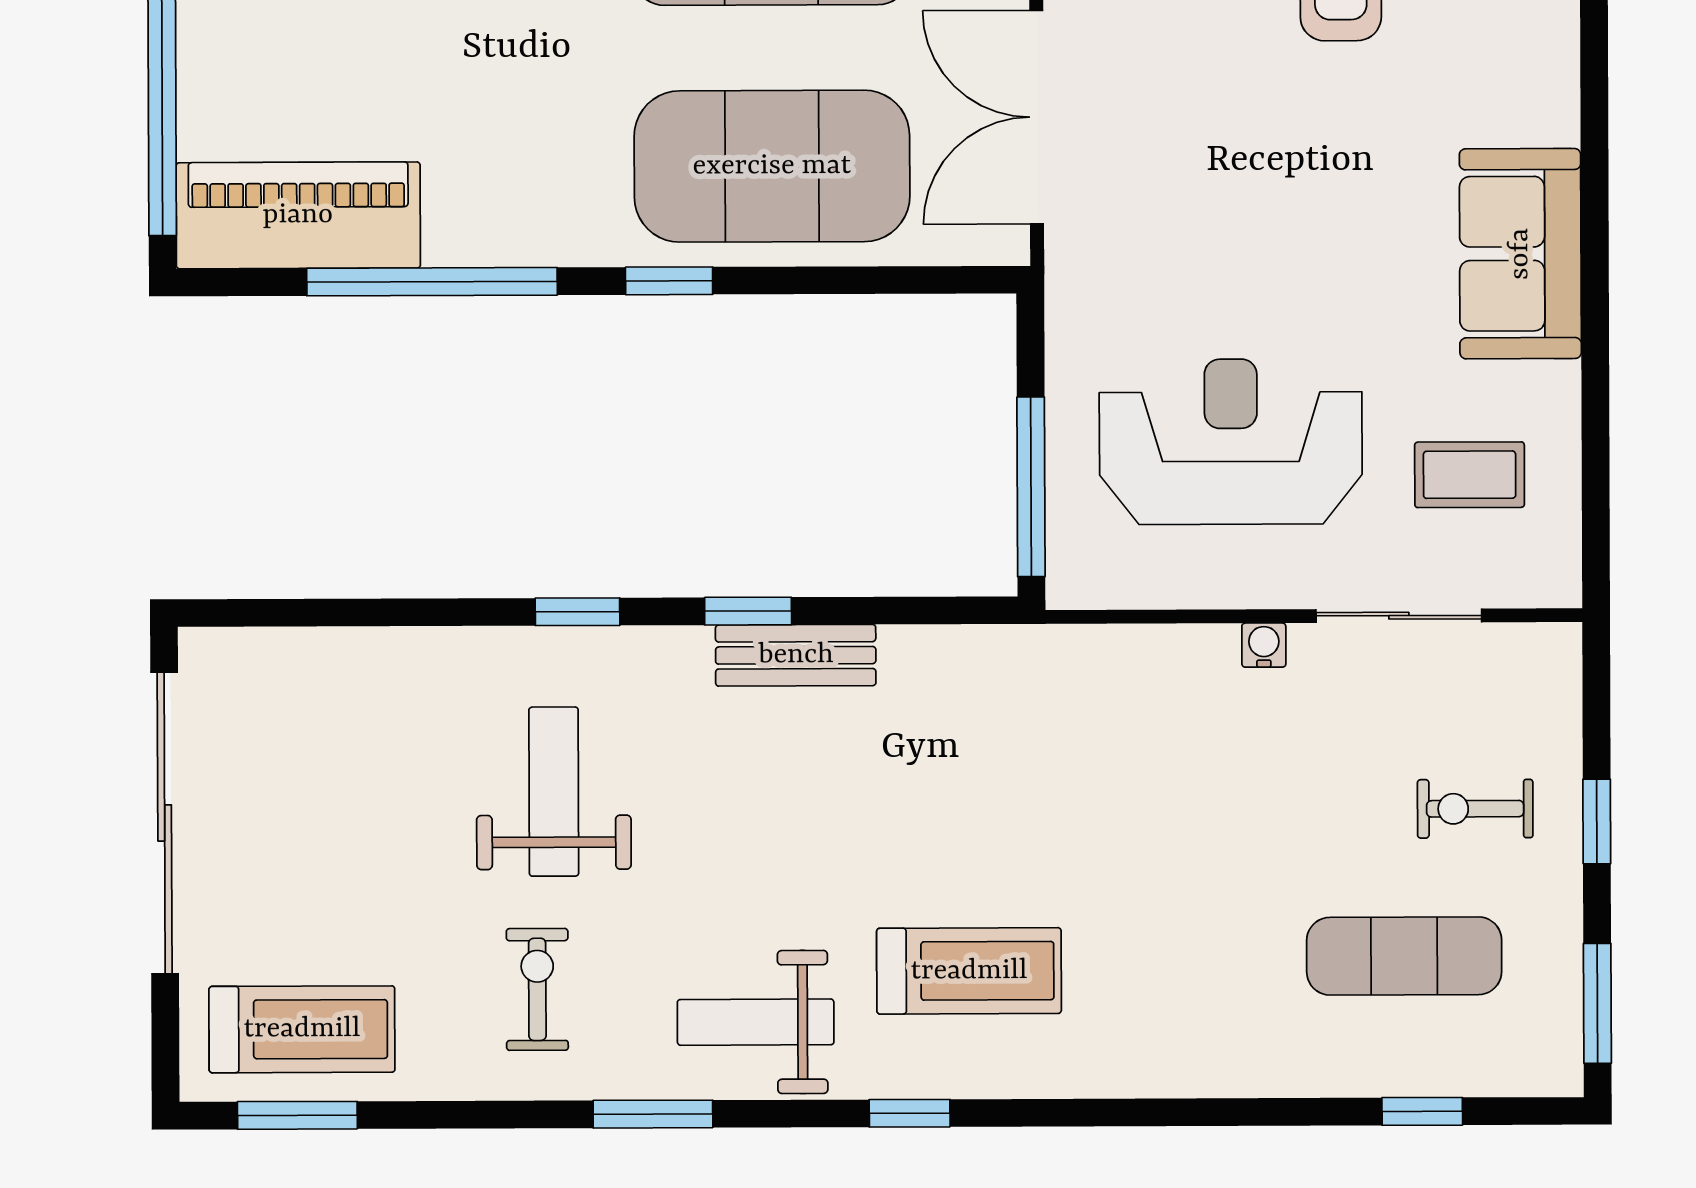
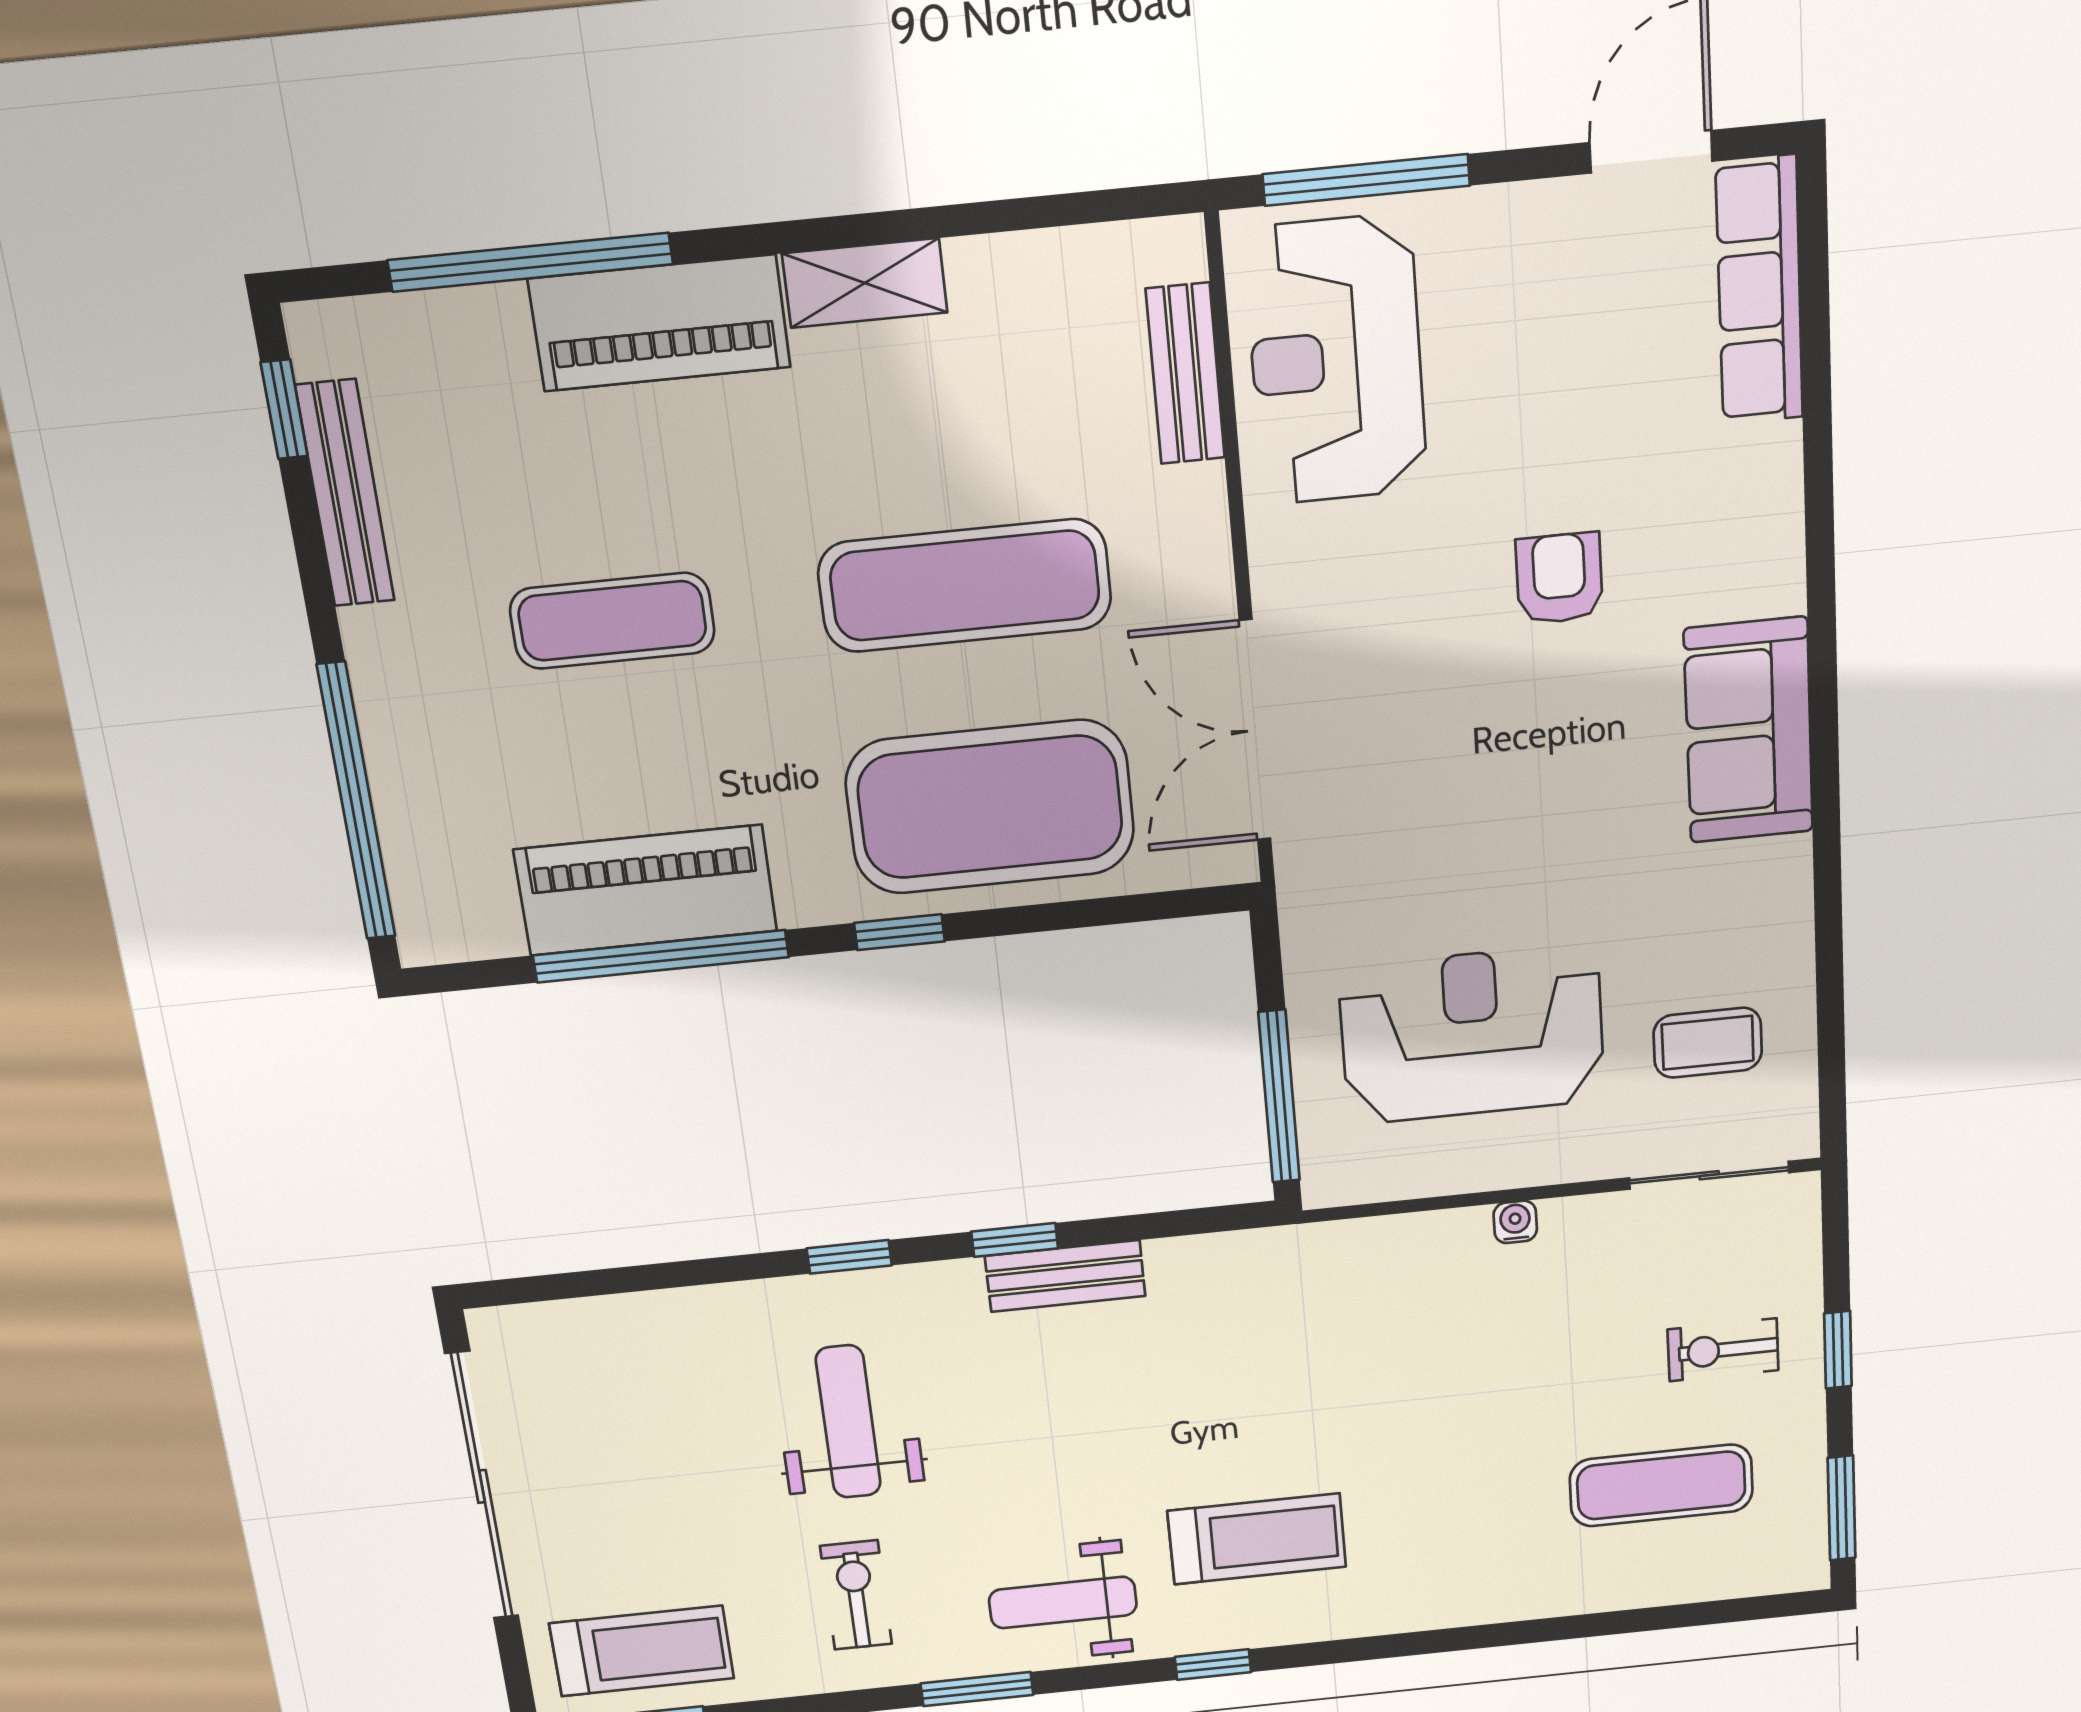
piano: (298, 215) -> (646, 890), moved
sofa: (1520, 254) -> (1749, 730), moved
sliding door: (1399, 616) -> (1709, 1175), moved
window: (1422, 1111) -> (1683, 1616), removed

